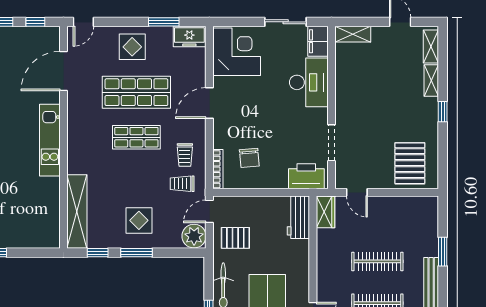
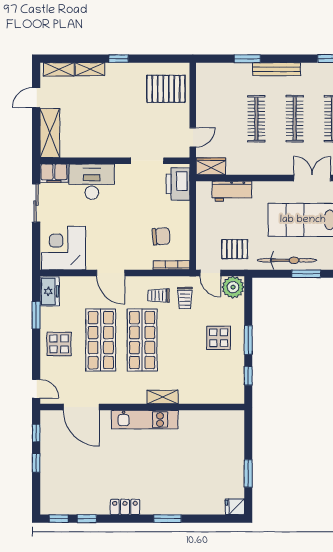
shelving: (353, 34) -> (50, 133), width x1.50, depth x1.33
shop shelf: (136, 137) -> (142, 340), width x1.43, depth x1.36
trolley: (185, 155) -> (159, 296), turned 180
shelving: (77, 212) -> (162, 397), moved, width x0.45, depth x0.75
workbench: (298, 217) -> (232, 191), moved
pallet: (235, 238) -> (235, 249), turned 90

